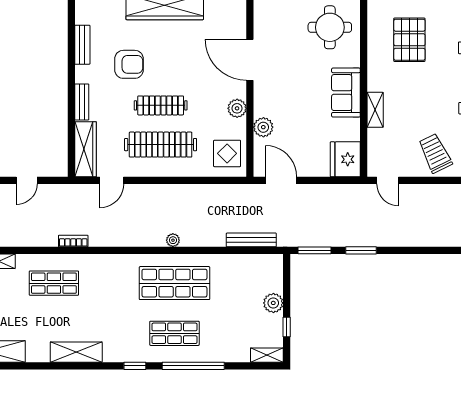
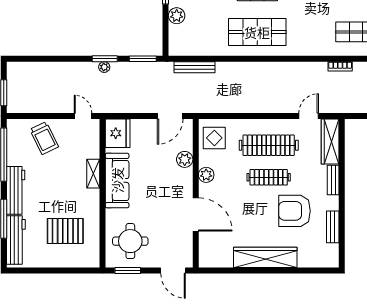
pallet: (409, 40) -> (65, 231), turned 90
armchair: (129, 64) -> (295, 211), width x1.36, depth x1.36
sofa: (346, 93) -> (117, 180), width x1.36
door: (281, 180) -> (170, 116), hinge flipped
plant: (173, 240) -> (104, 67), moved

